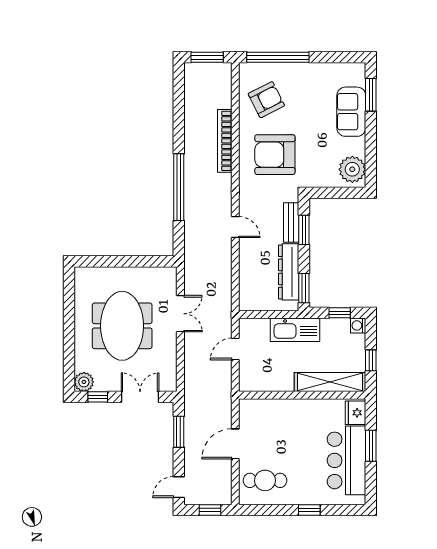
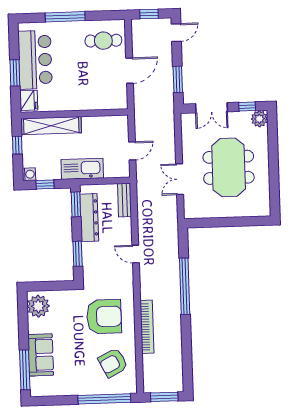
window: (371, 95) -> (25, 370), width x1.44
bench: (291, 222) -> (125, 200), moved
window: (309, 510) -> (65, 17), width x2.17

